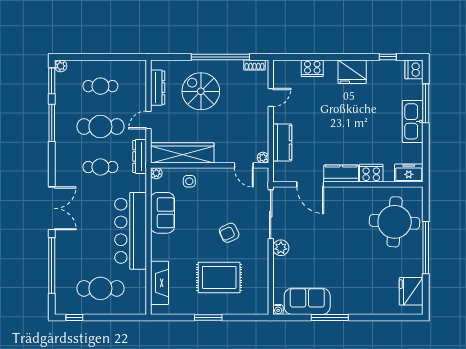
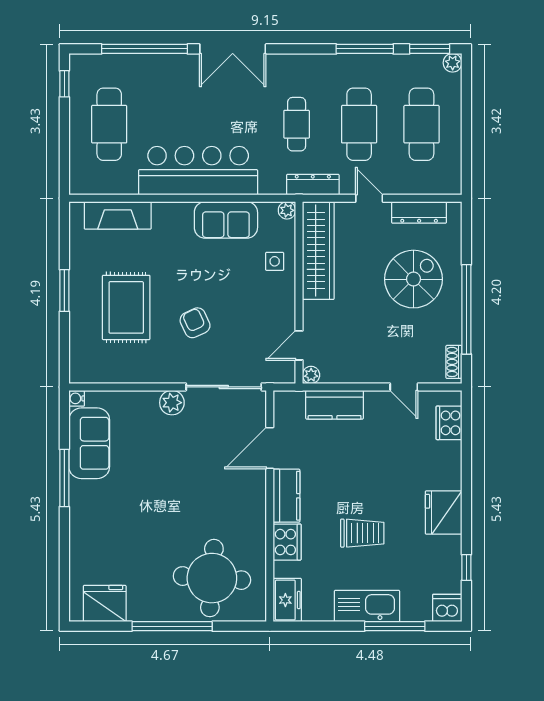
cooker: (312, 68) -> (449, 423), moved
cafe table: (100, 86) -> (422, 124), width x1.37, depth x1.35
trolley: (365, 124) -> (362, 533), added

